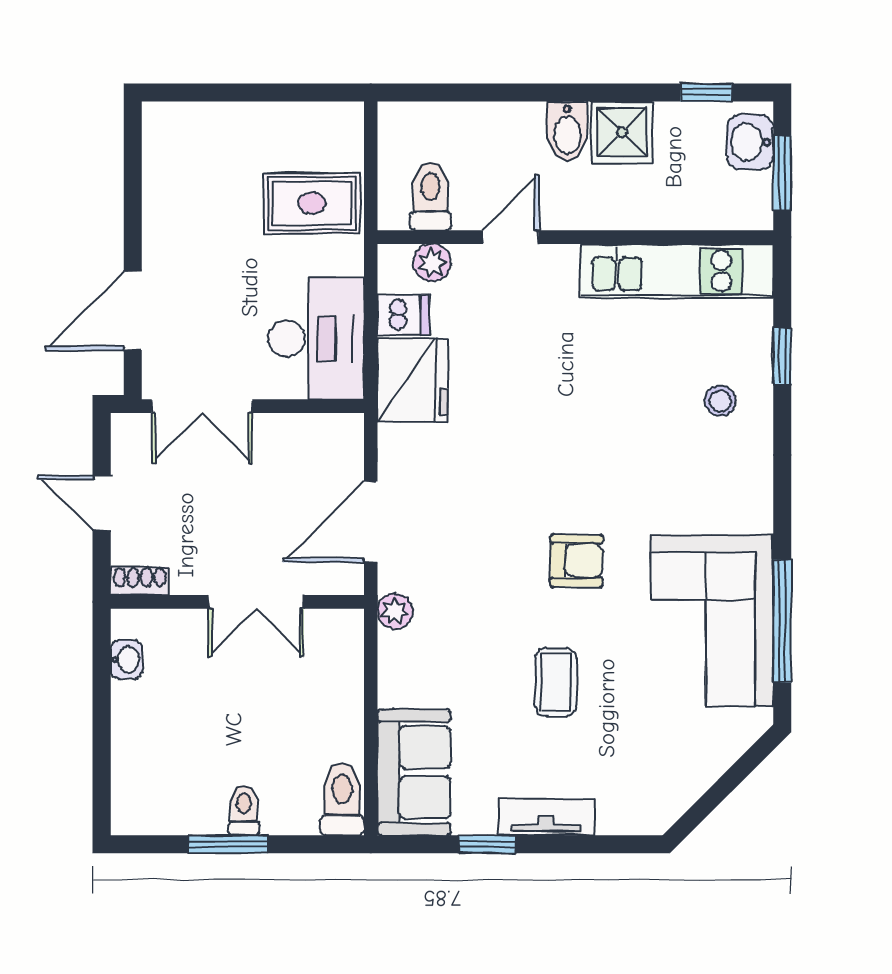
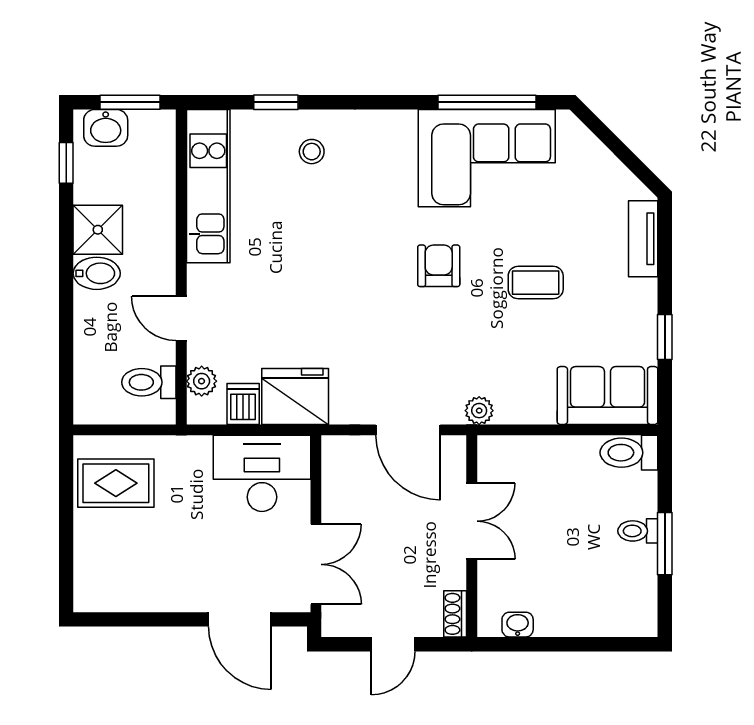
rug: (312, 203) -> (116, 483), moved, turned 90
tv unit: (546, 817) -> (643, 239), moved

